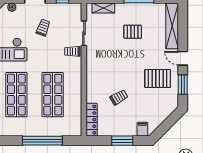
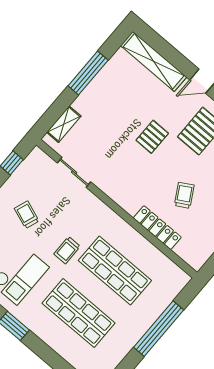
pallet: (133, 32) -> (152, 137), moved
trolley: (72, 51) -> (67, 250), moved
locker: (92, 120) -> (157, 228), moved

